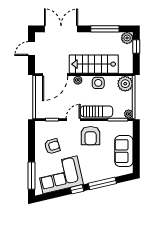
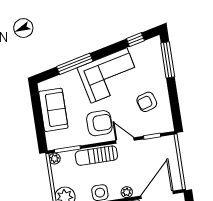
door: (73, 120) -> (125, 140), swing flipped
armchair: (91, 136) -> (99, 123), turned 89
corner sofa: (60, 175) -> (109, 75), moved
window: (77, 189) -> (135, 40), moved

